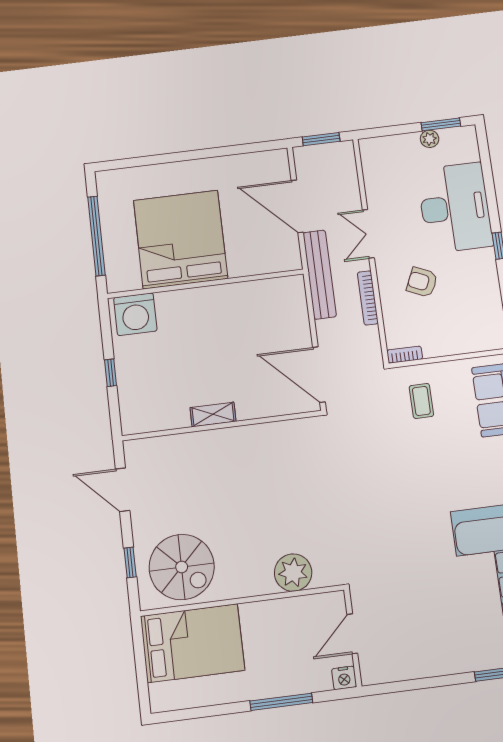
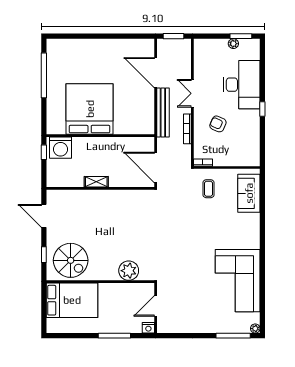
bed: (180, 239) -> (90, 109), moved
wall: (205, 284) -> (100, 136), moved
washing machine: (135, 314) -> (61, 148), moved

